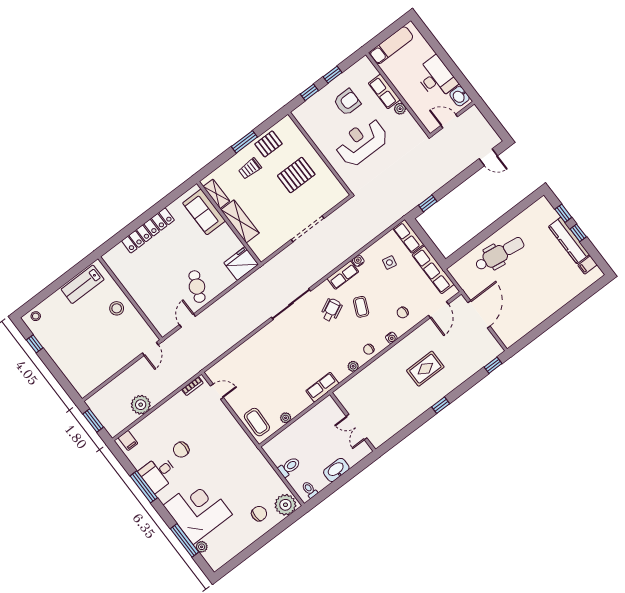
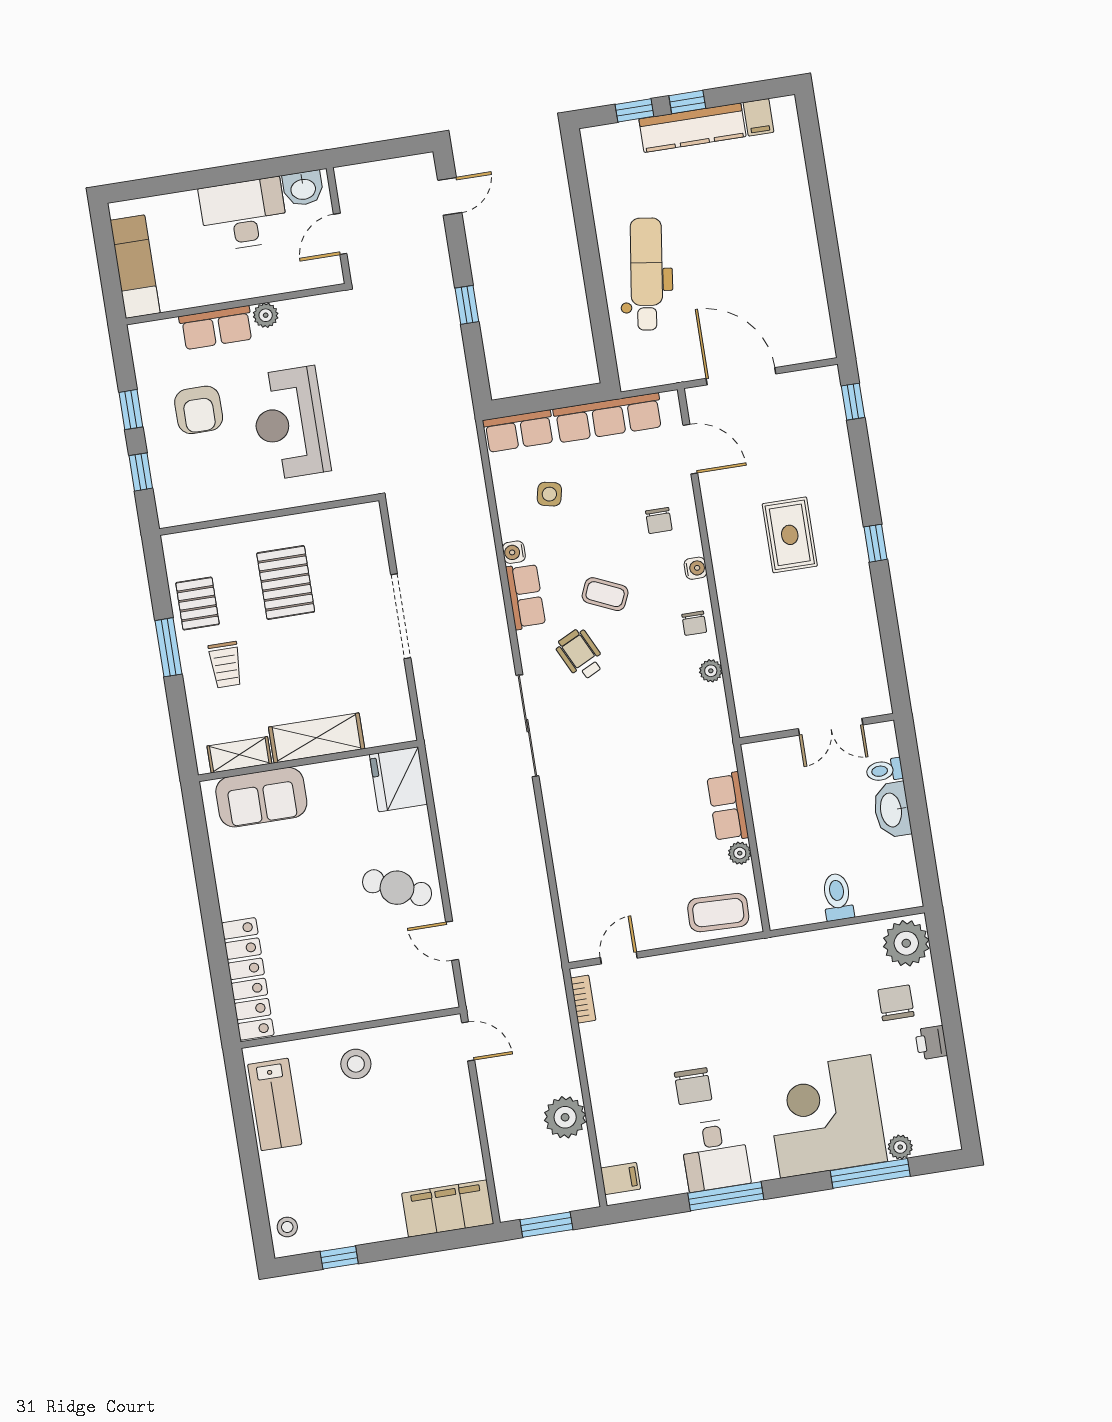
armchair: (347, 102) -> (199, 410), turned 180
window: (428, 203) -> (467, 305), moved
locker: (148, 230) -> (248, 979), moved
filing cabinet: (78, 377) -> (448, 1208), added
row of seats: (322, 387) -> (728, 807), moved
toilet: (310, 490) -> (884, 770), moved
printer: (251, 537) -> (931, 1043), added

